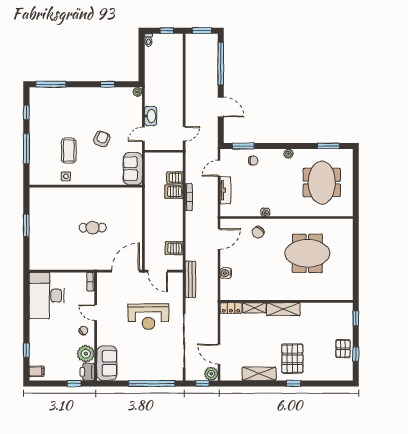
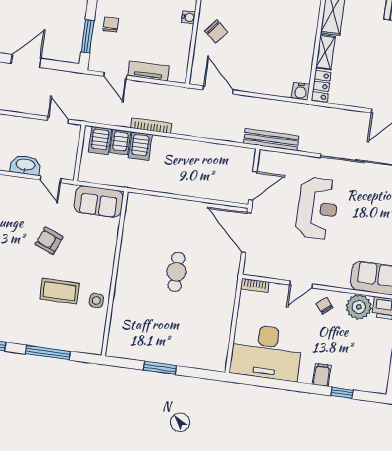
server rack: (174, 248) -> (100, 141), moved
water cooler: (226, 273) -> (301, 91), moved
filing cabinet: (37, 371) -> (322, 375), moved

